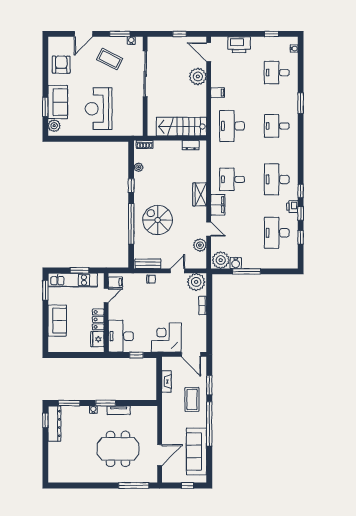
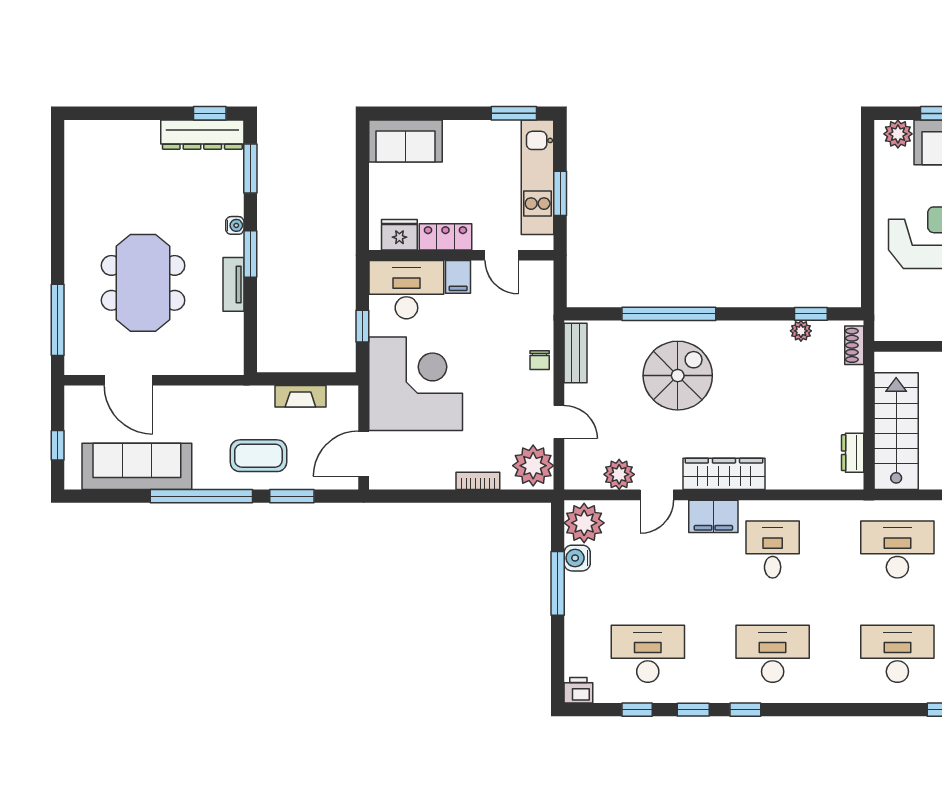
desk: (277, 126) -> (897, 654), width x1.37
window: (131, 186) -> (811, 314), moved
wardrobe: (200, 194) -> (724, 474), width x1.50
printer: (292, 207) -> (578, 690), moved
filing cabinet: (115, 282) -> (458, 277), moved
sofa: (57, 321) -> (405, 141), moved
corner desk: (166, 338) -> (416, 384), width x1.36, depth x1.36

